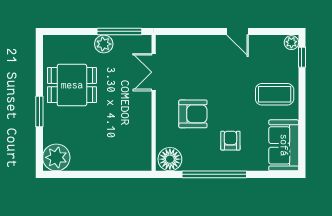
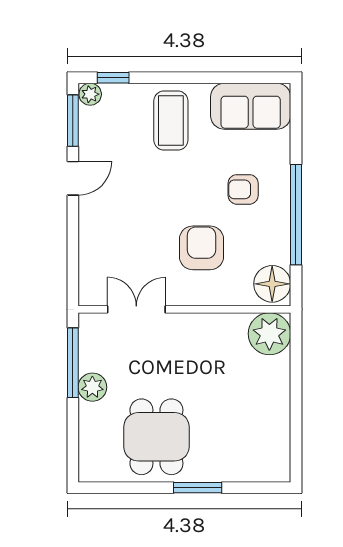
window: (274, 31) -> (73, 121), added
double door: (154, 72) -> (136, 309), swing flipped
plant: (56, 157) -> (269, 334), moved

